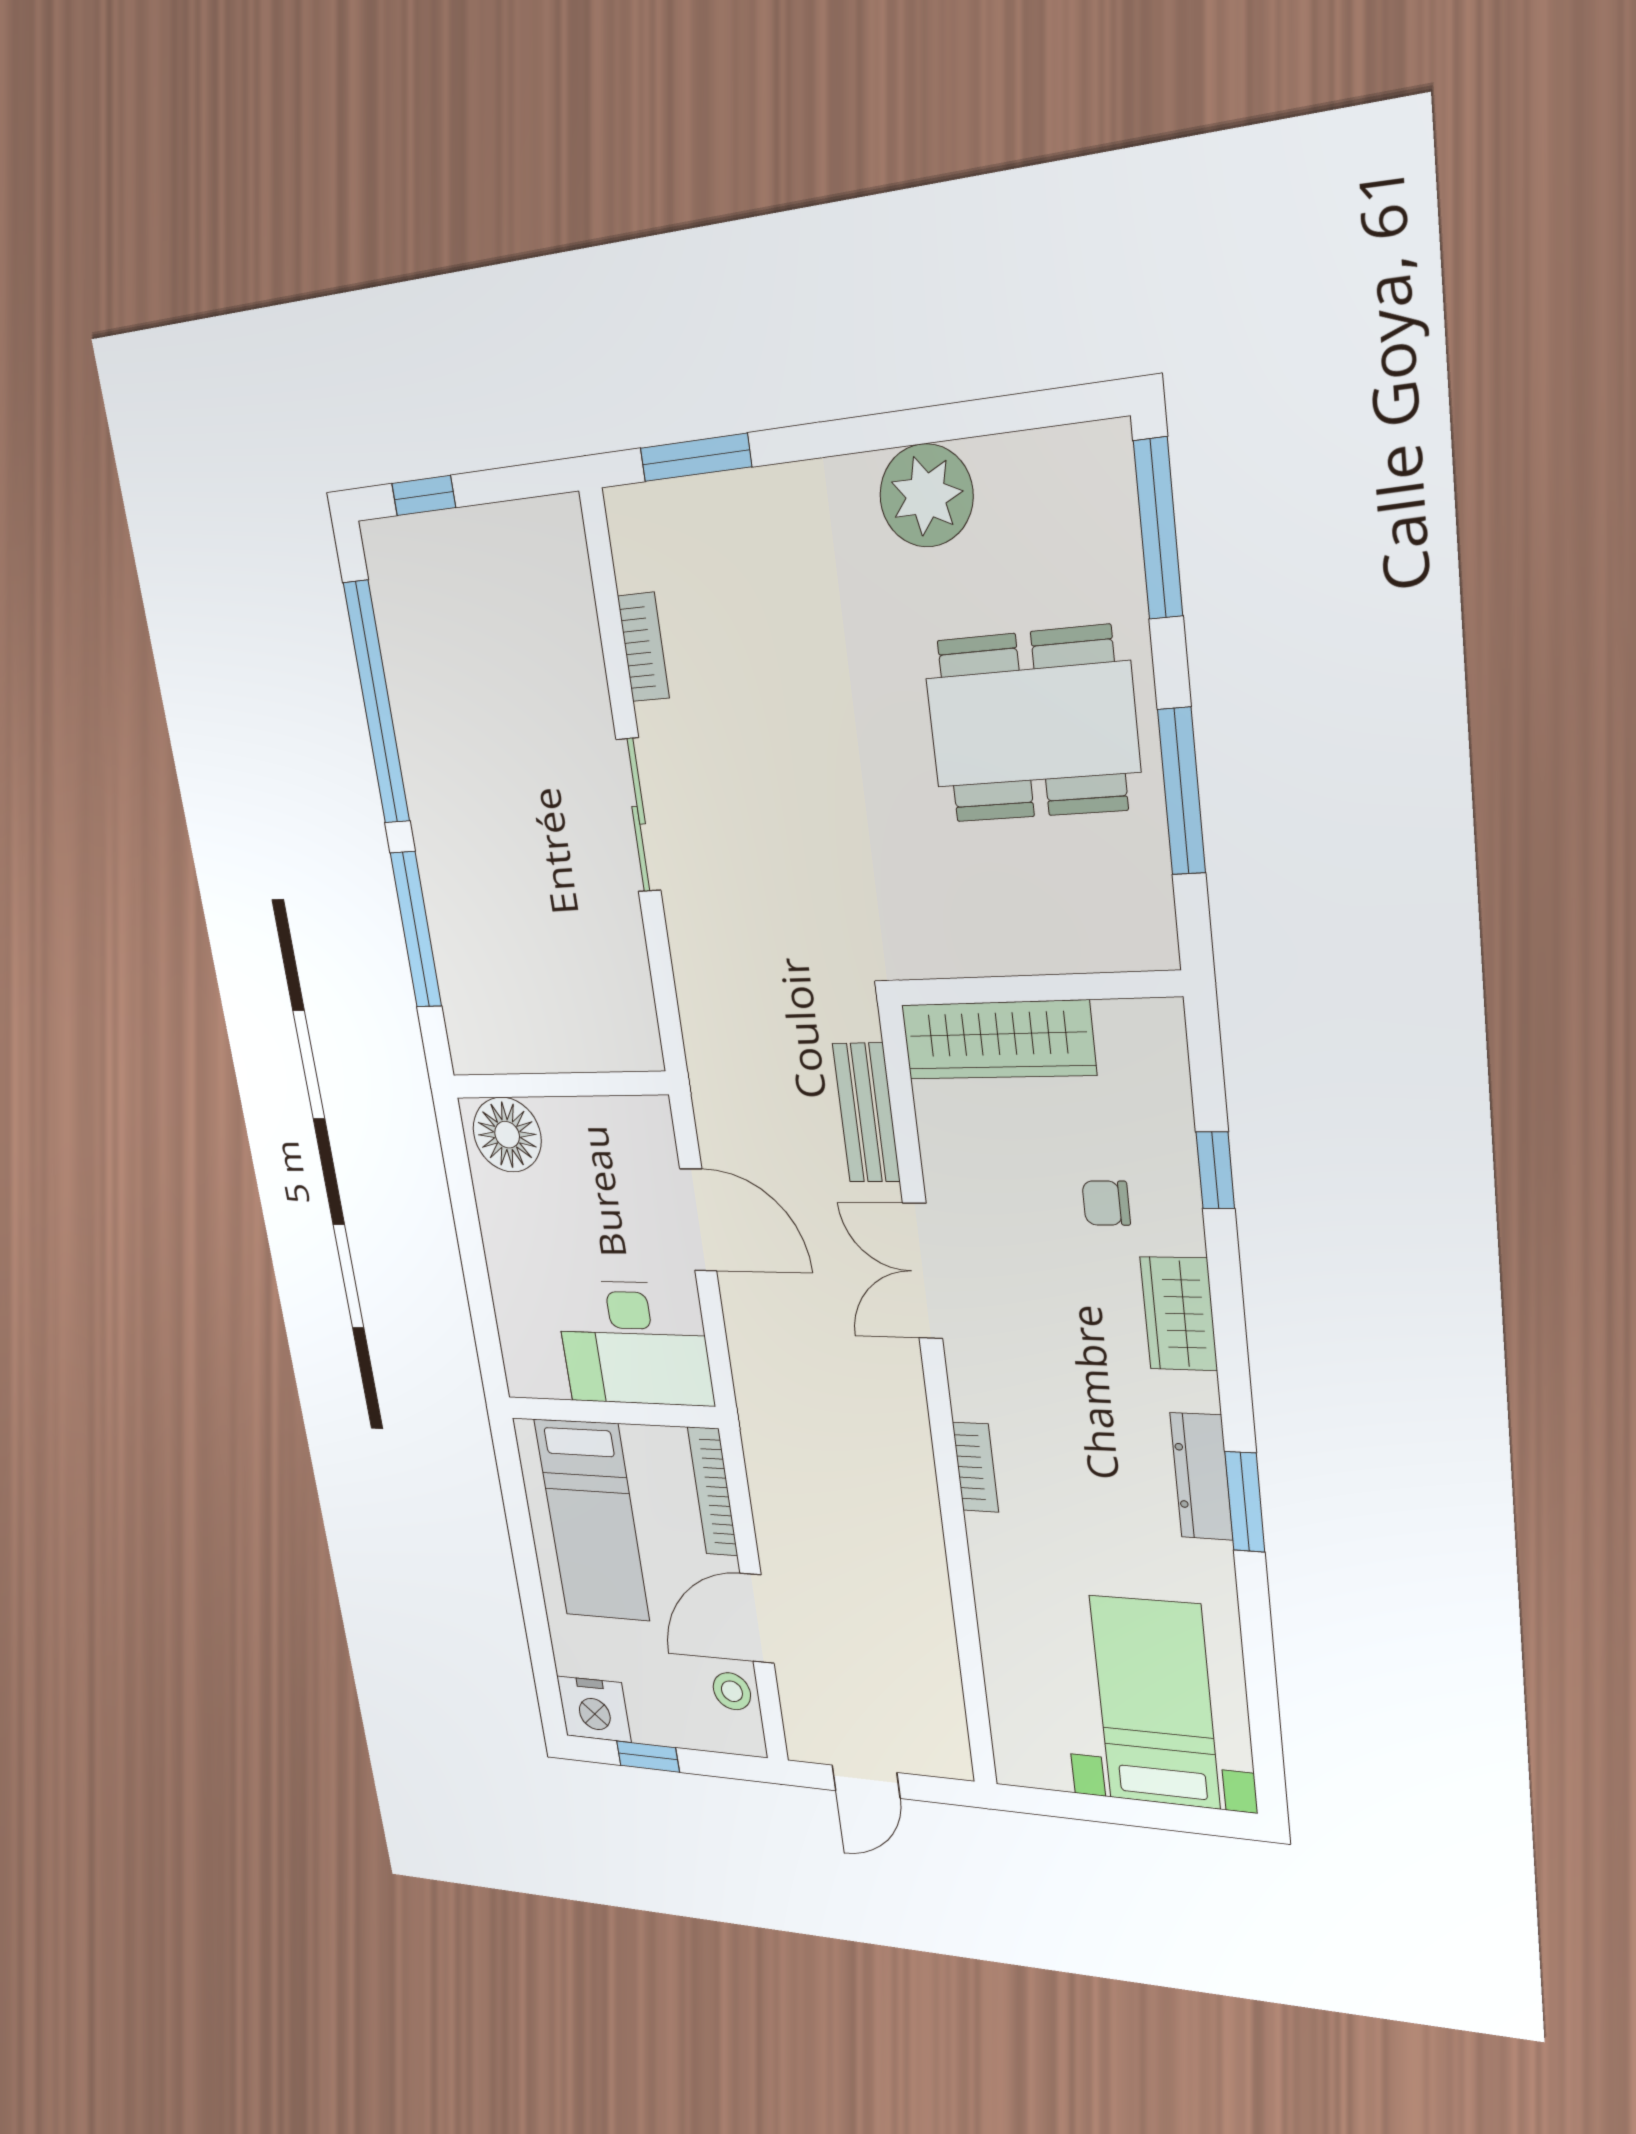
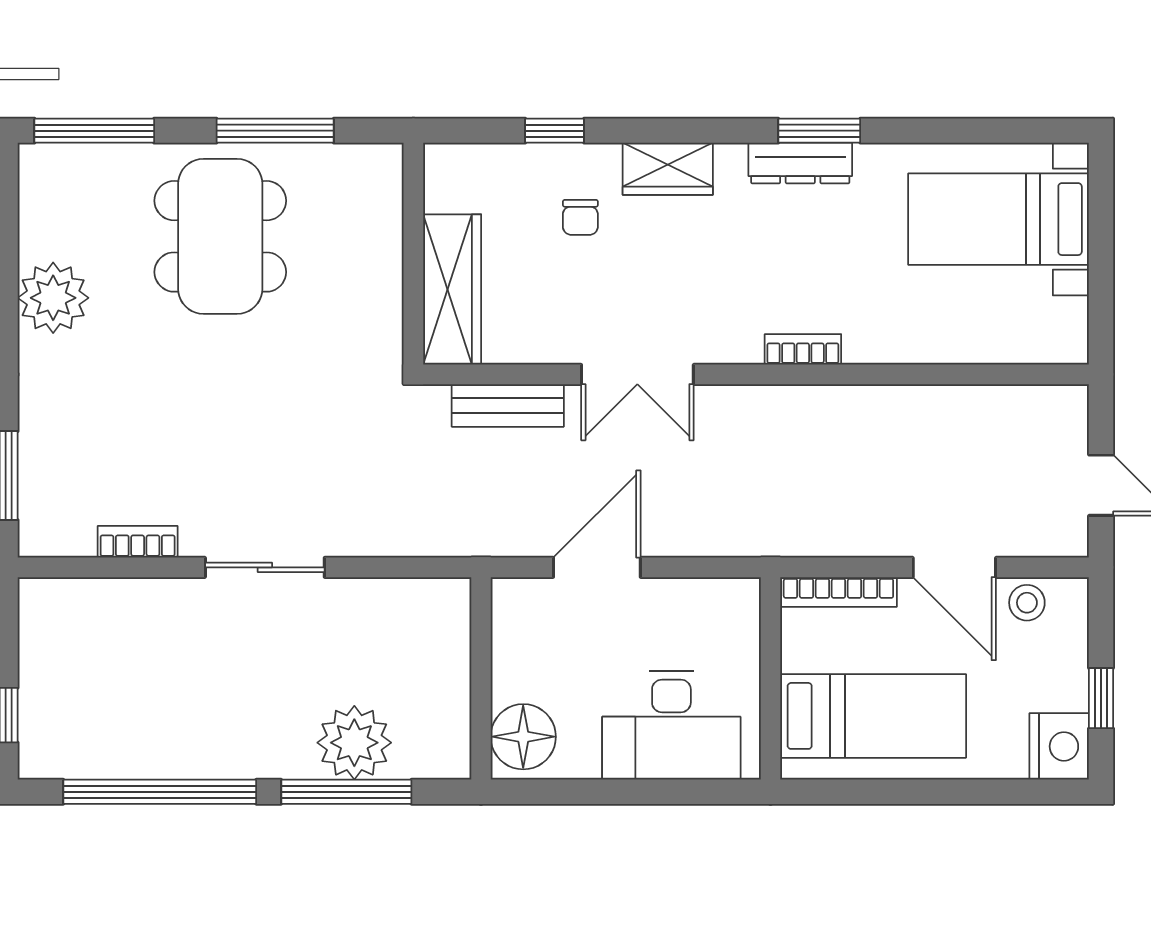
plant: (468, 937) -> (354, 743), added
desk: (634, 1343) -> (671, 725), moved, turned 90

